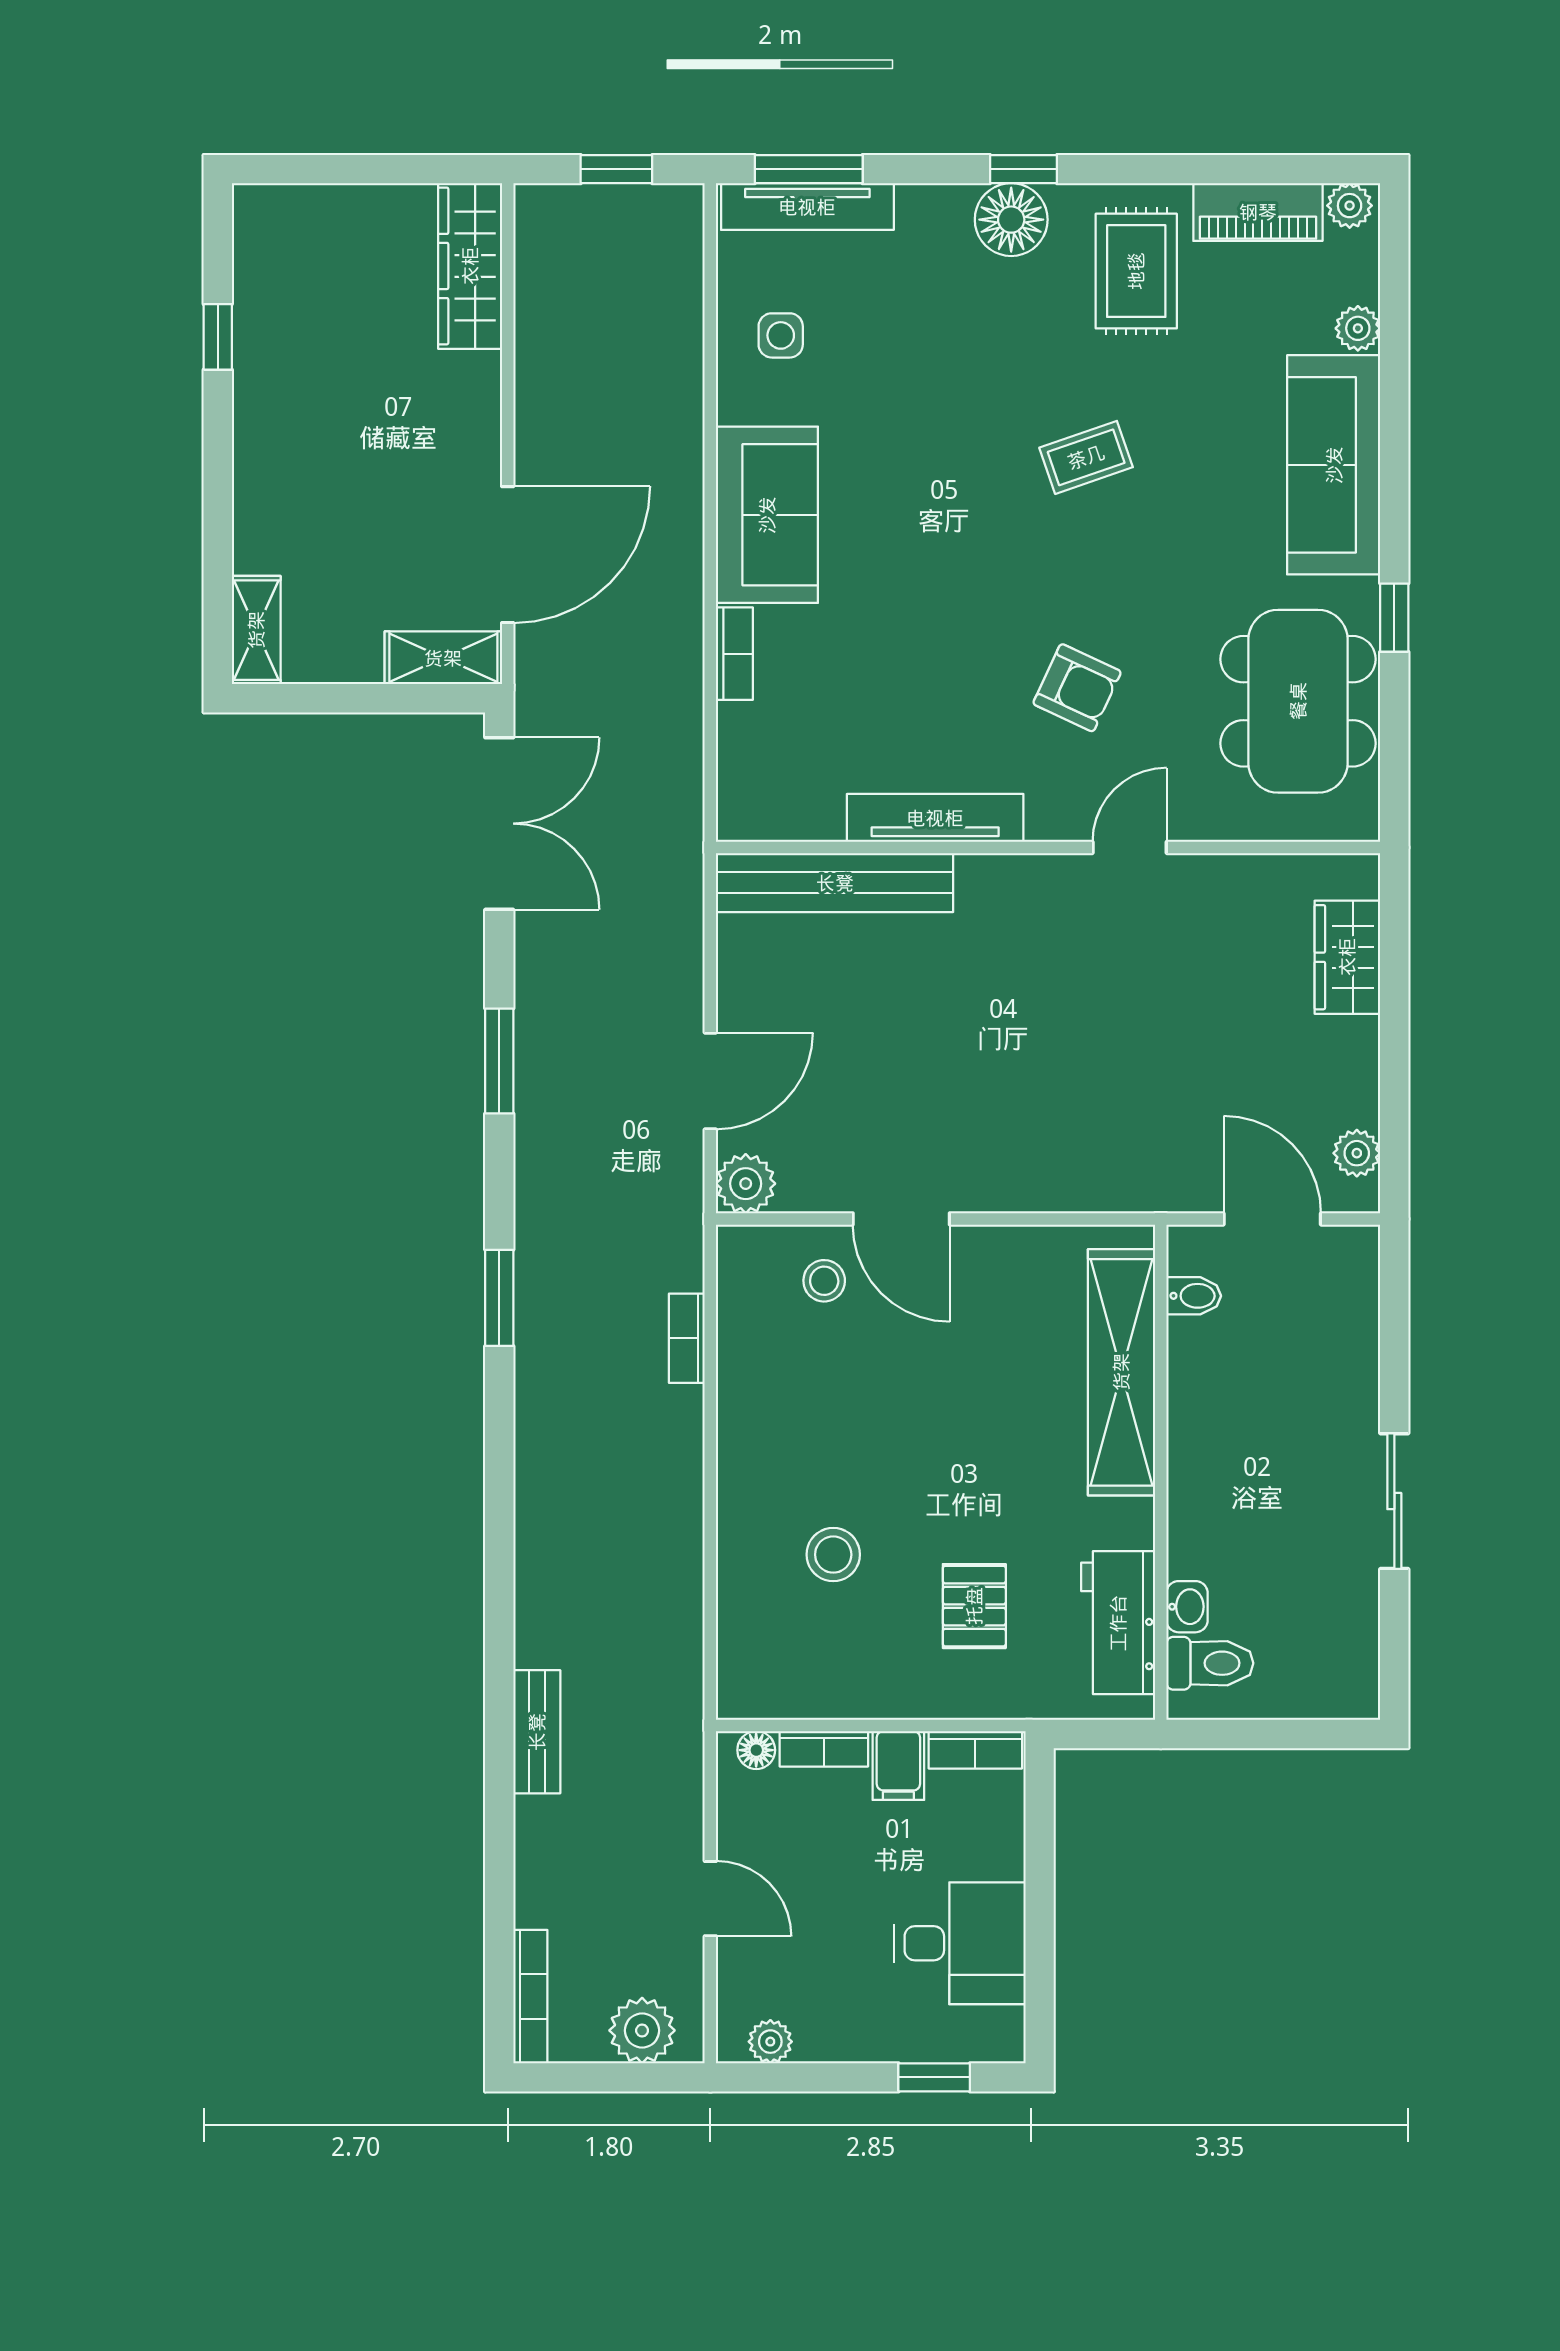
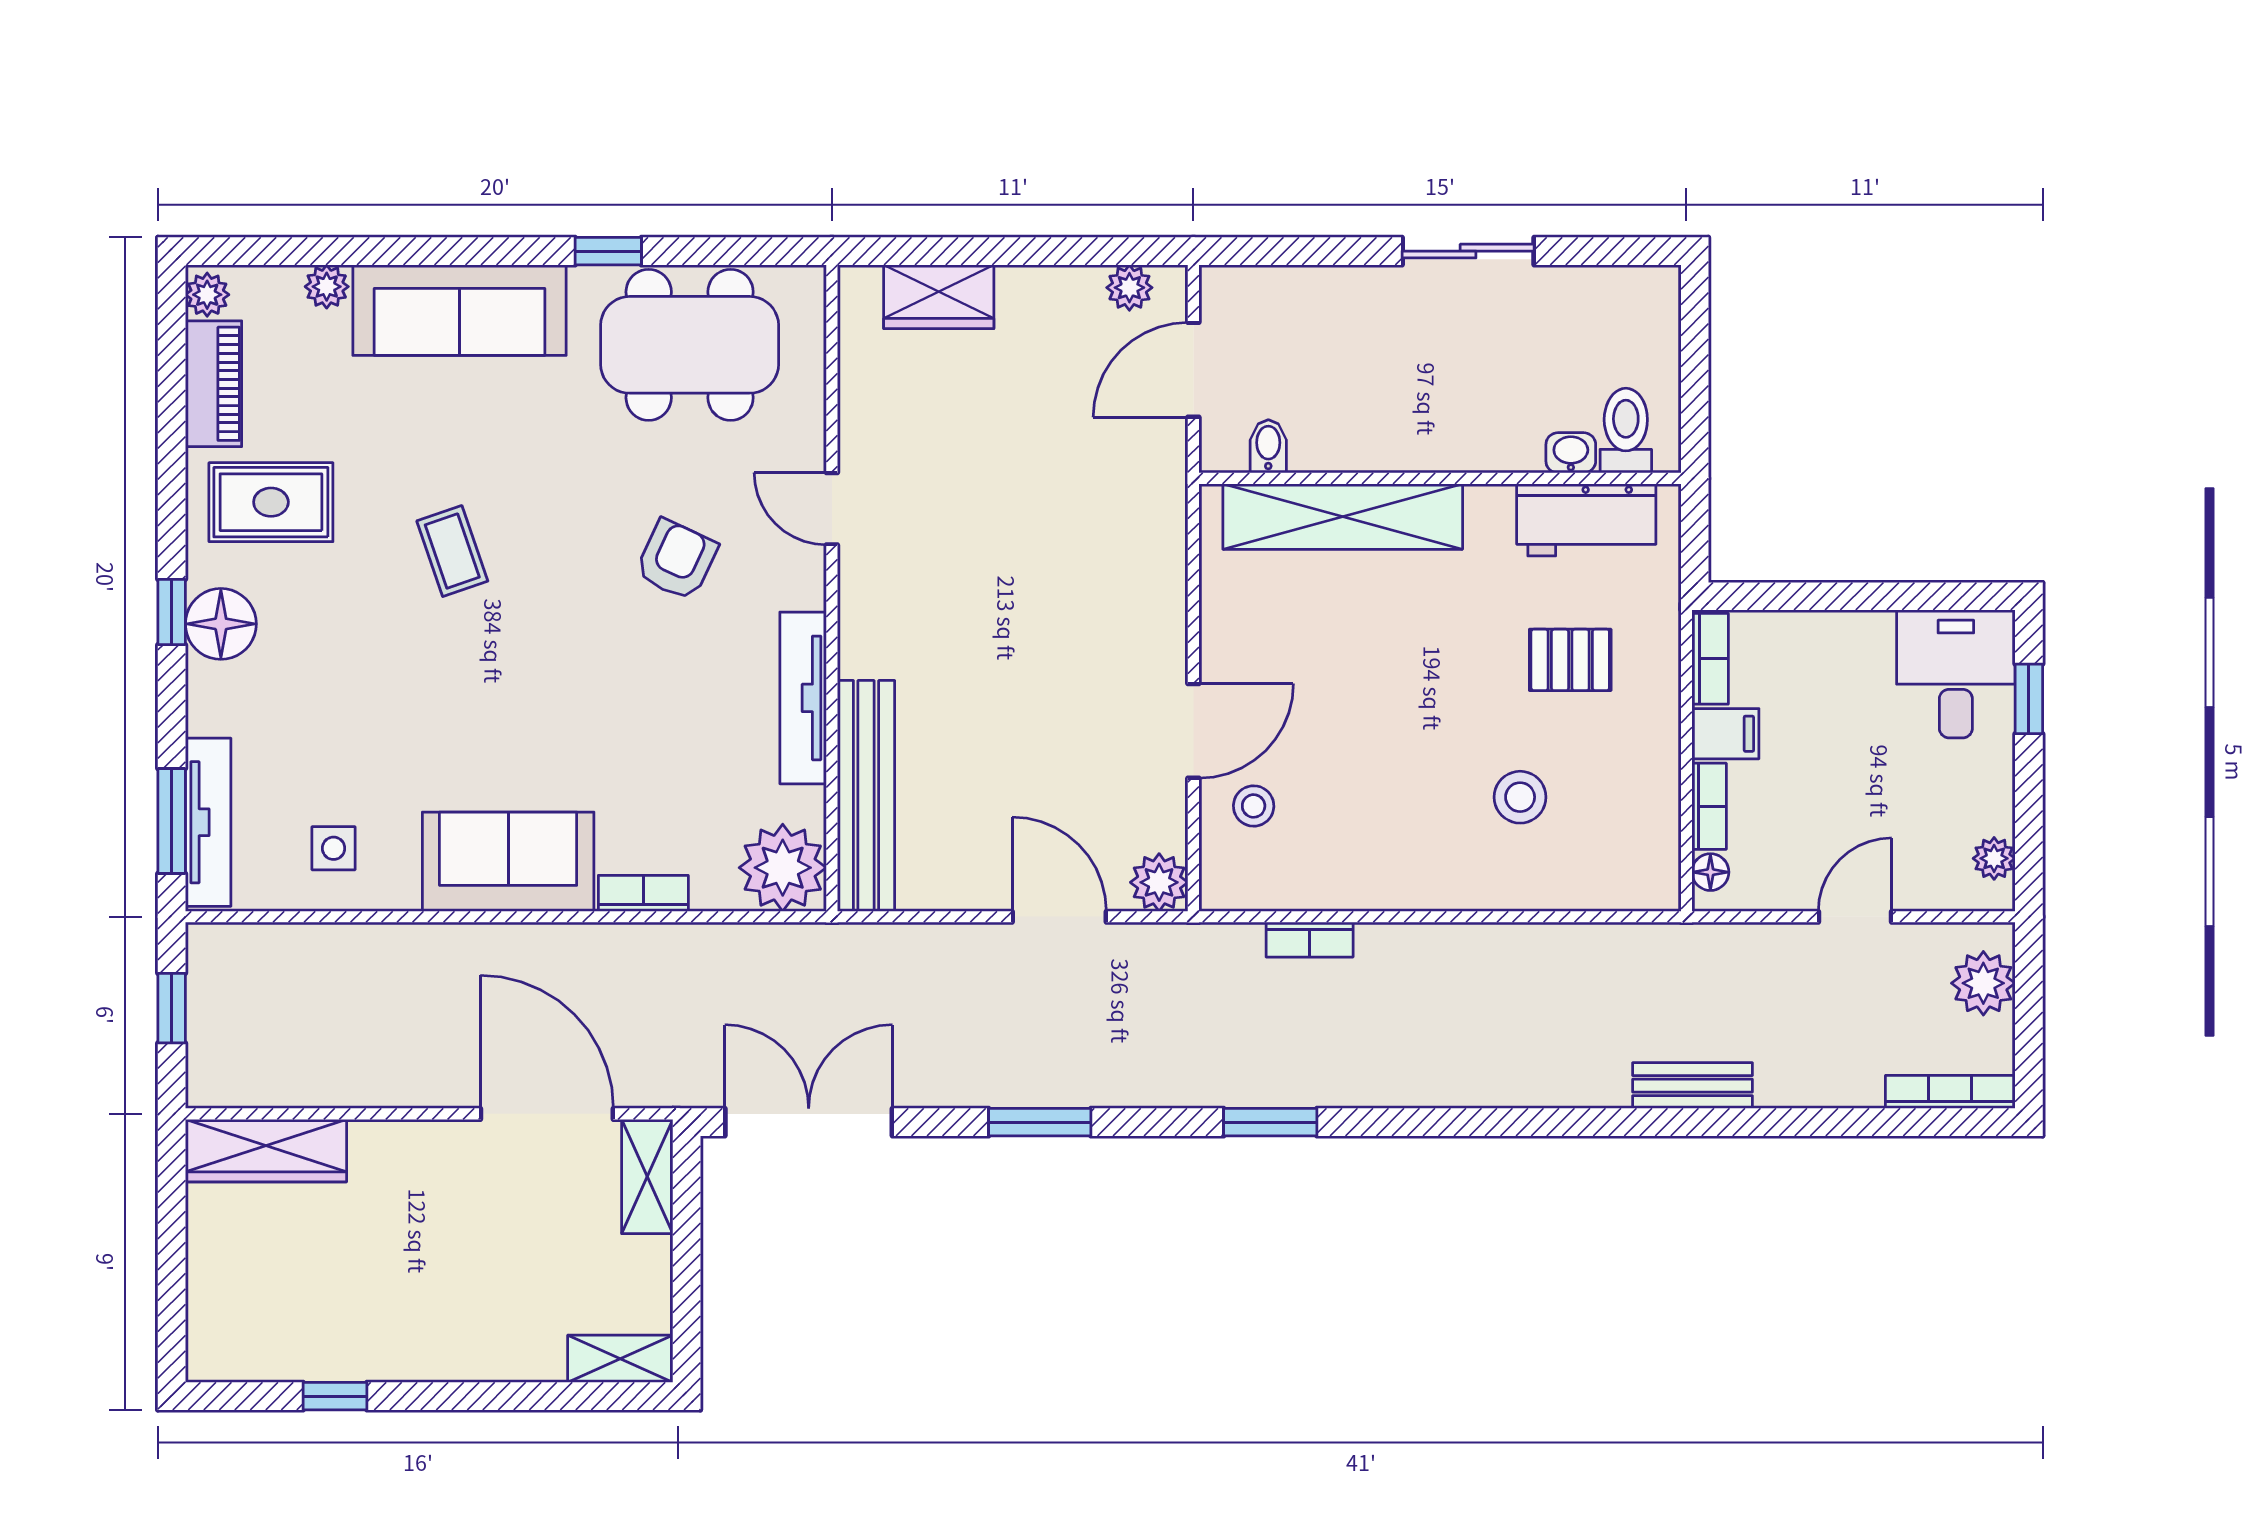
plant: (761, 797) -> (783, 868), added
desk: (960, 1943) -> (1956, 674), moved

